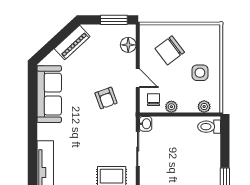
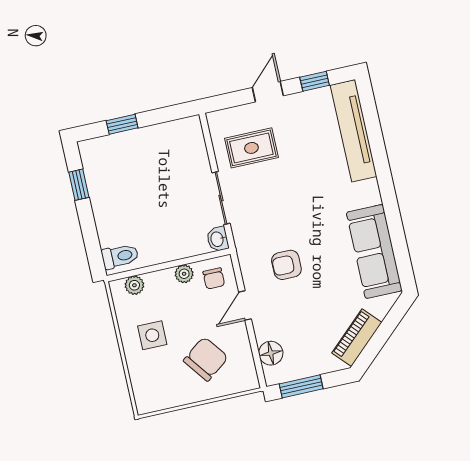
door: (138, 78) -> (245, 305), hinge flipped
armchair: (106, 98) -> (286, 265), turned -70

